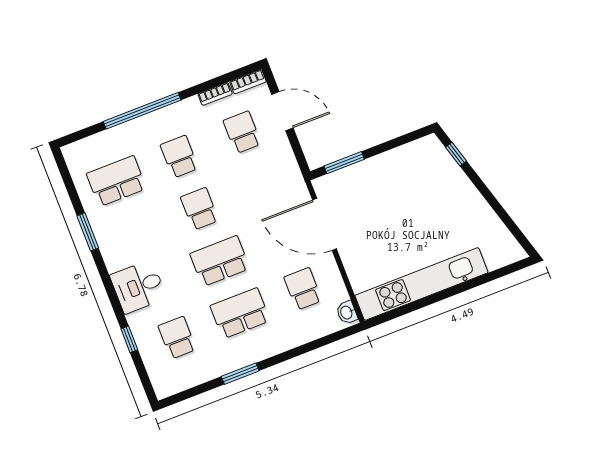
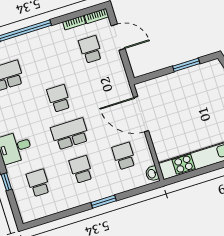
school desk: (179, 157) -> (48, 63), removed
window: (344, 163) -> (186, 65), moved
school desk: (240, 313) -> (81, 169), width x0.54
window: (240, 374) -> (104, 202), moved

